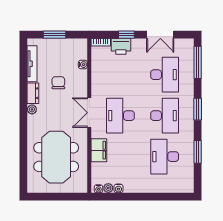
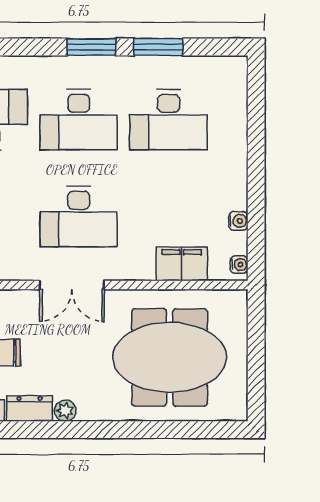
window: (198, 109) -> (91, 47), moved
desk: (165, 116) -> (79, 120), turned 180
filing cabinet: (99, 150) -> (182, 264), moved
plant: (108, 188) -> (238, 243), removed

